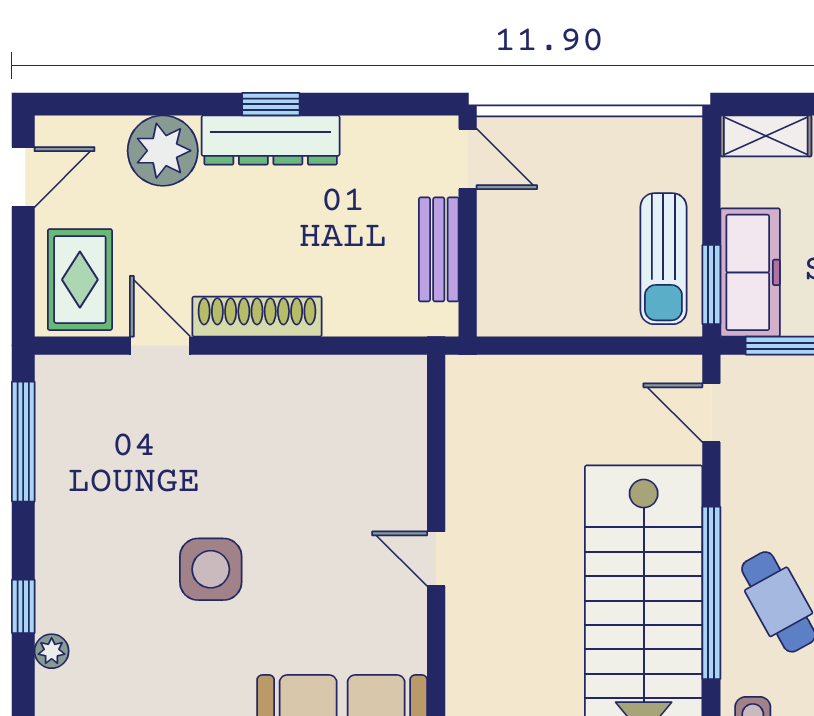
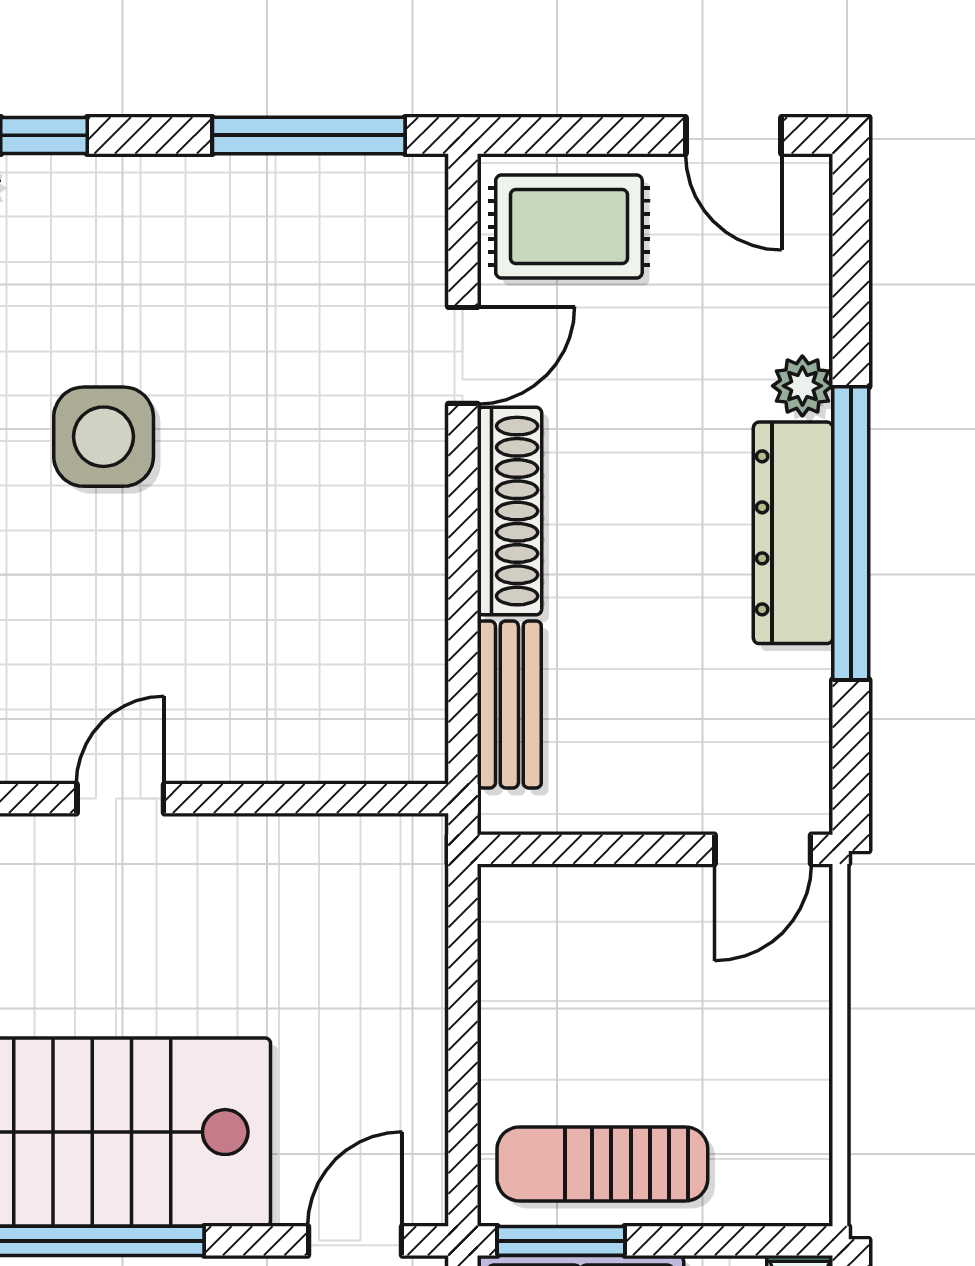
window: (271, 104) -> (851, 533), width x3.17
plant: (163, 151) -> (802, 386), width x0.53, depth x0.53
bench: (439, 249) -> (509, 704), moved, turned 90

